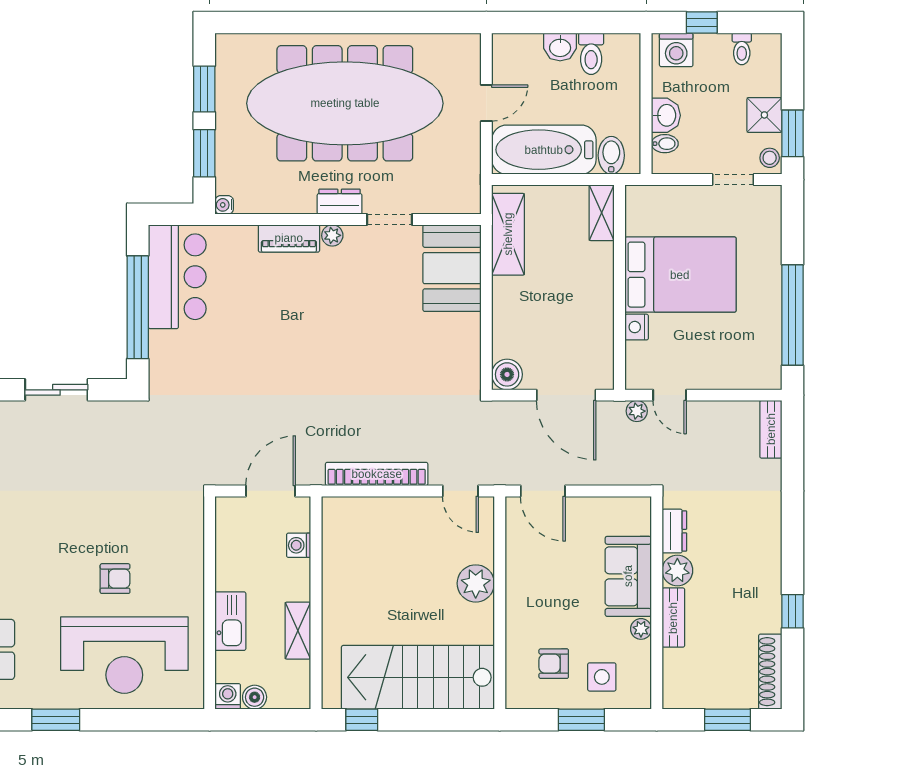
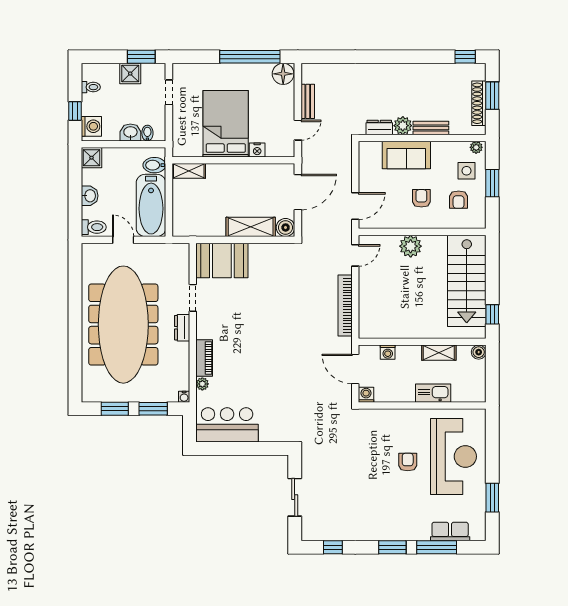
shower: (624, 50) -> (91, 158), added
toilet: (591, 54) -> (94, 227), moved
stool: (770, 158) -> (156, 70), removed
shelving: (508, 234) -> (251, 227), moved
plant: (332, 235) -> (202, 384), moved
window: (138, 307) -> (245, 448), removed
floor lamp: (764, 370) -> (283, 74), added
plant: (637, 411) -> (307, 150), removed
bench: (771, 429) -> (308, 101), moved, turned 90
armchair: (556, 602) -> (421, 198), added
window: (792, 611) -> (465, 57), moved
plant: (641, 629) -> (476, 147), moved
shoe rack: (770, 672) -> (479, 103), moved, turned 90
washing machine: (228, 696) -> (366, 395), moved, turned 90
boiler: (255, 697) -> (479, 352), moved

